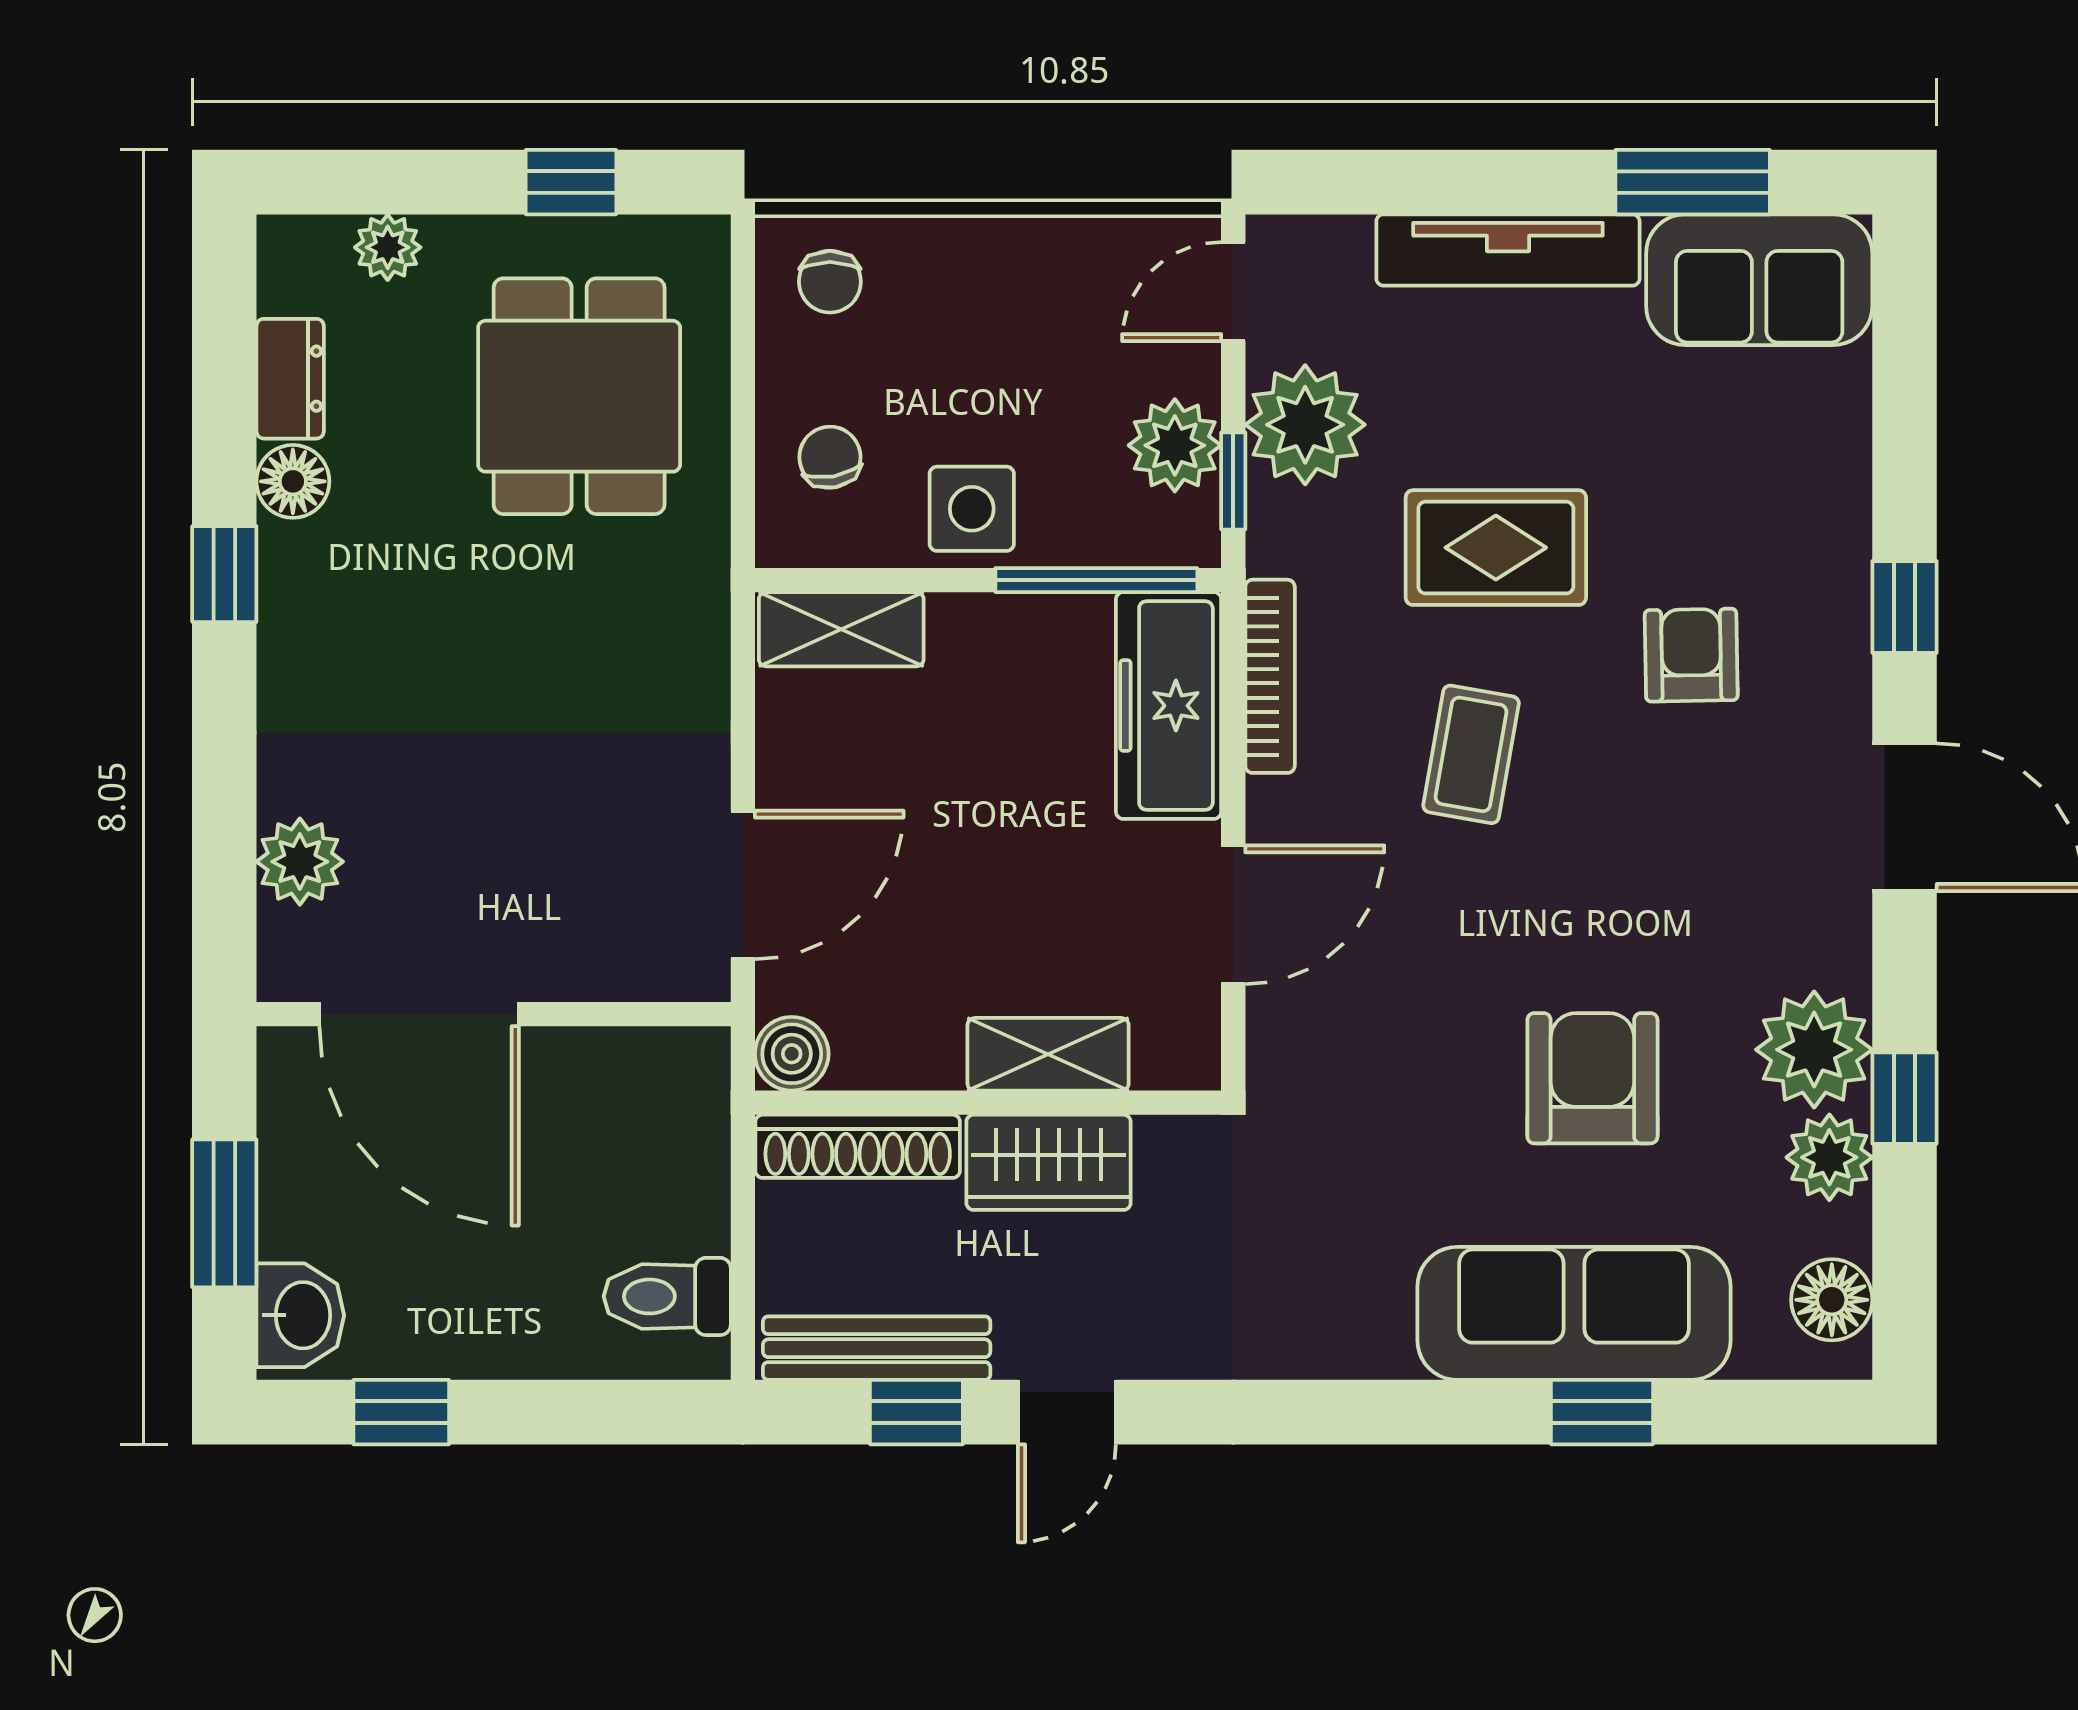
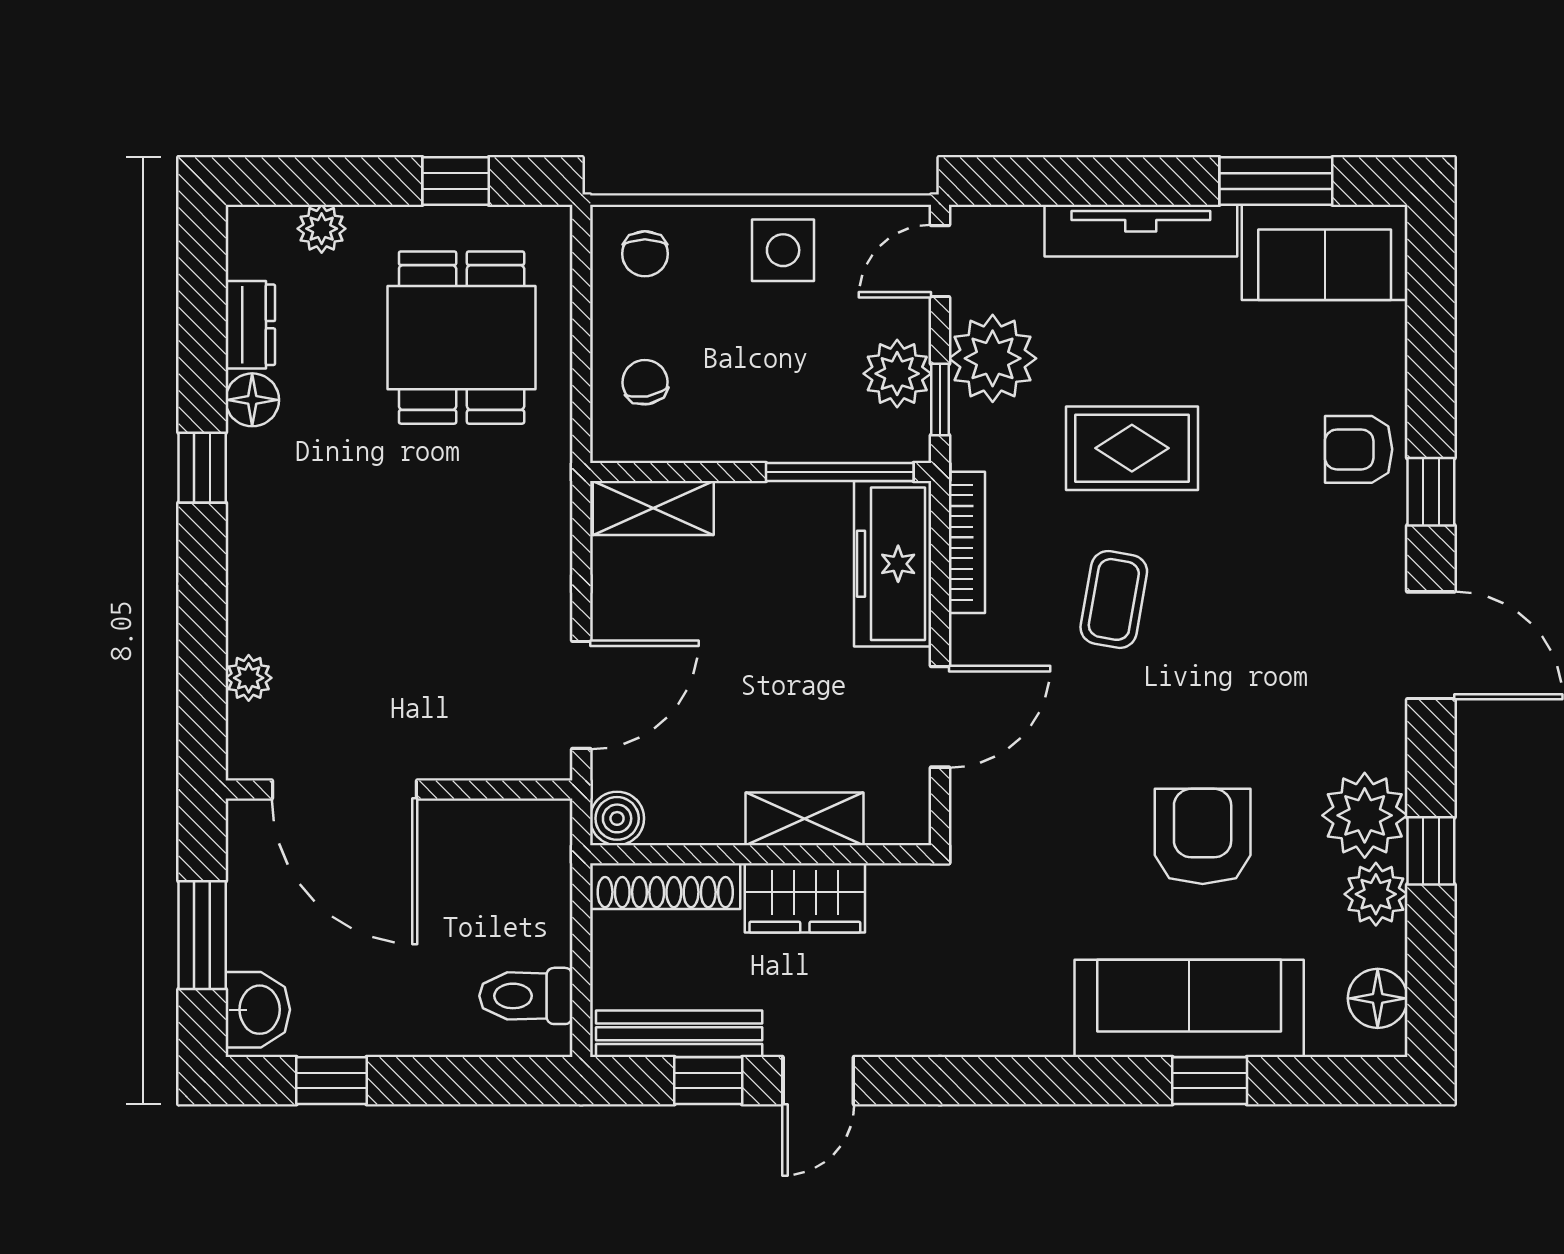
side table: (972, 509) -> (783, 250), moved
armchair: (1691, 655) -> (1359, 449), moved, turned -89
plant: (300, 862) -> (249, 678), width x0.73, depth x0.73

